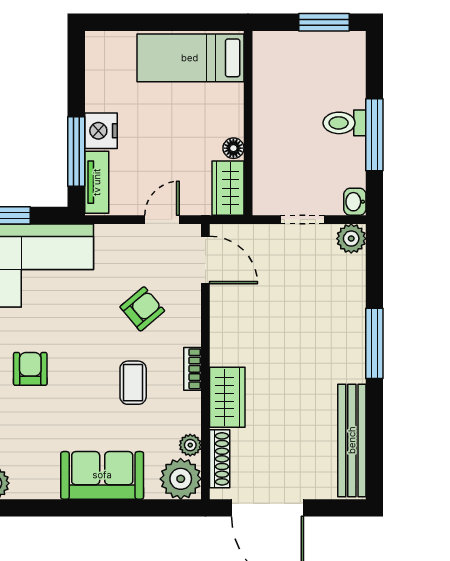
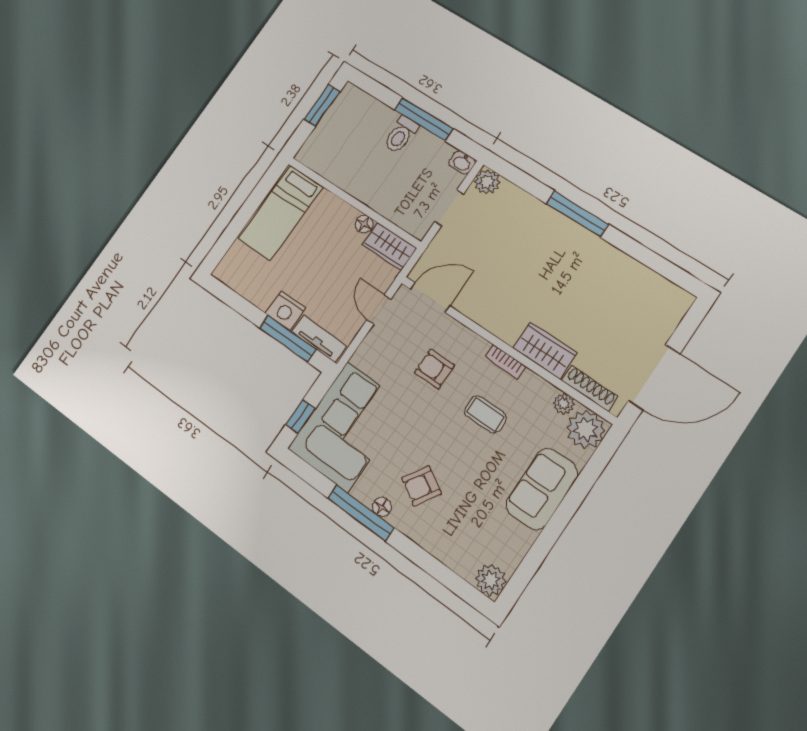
armchair: (142, 309) -> (434, 369), turned -50
armchair: (30, 369) -> (421, 486), turned -59
bench: (352, 440) -> (642, 278), removed

